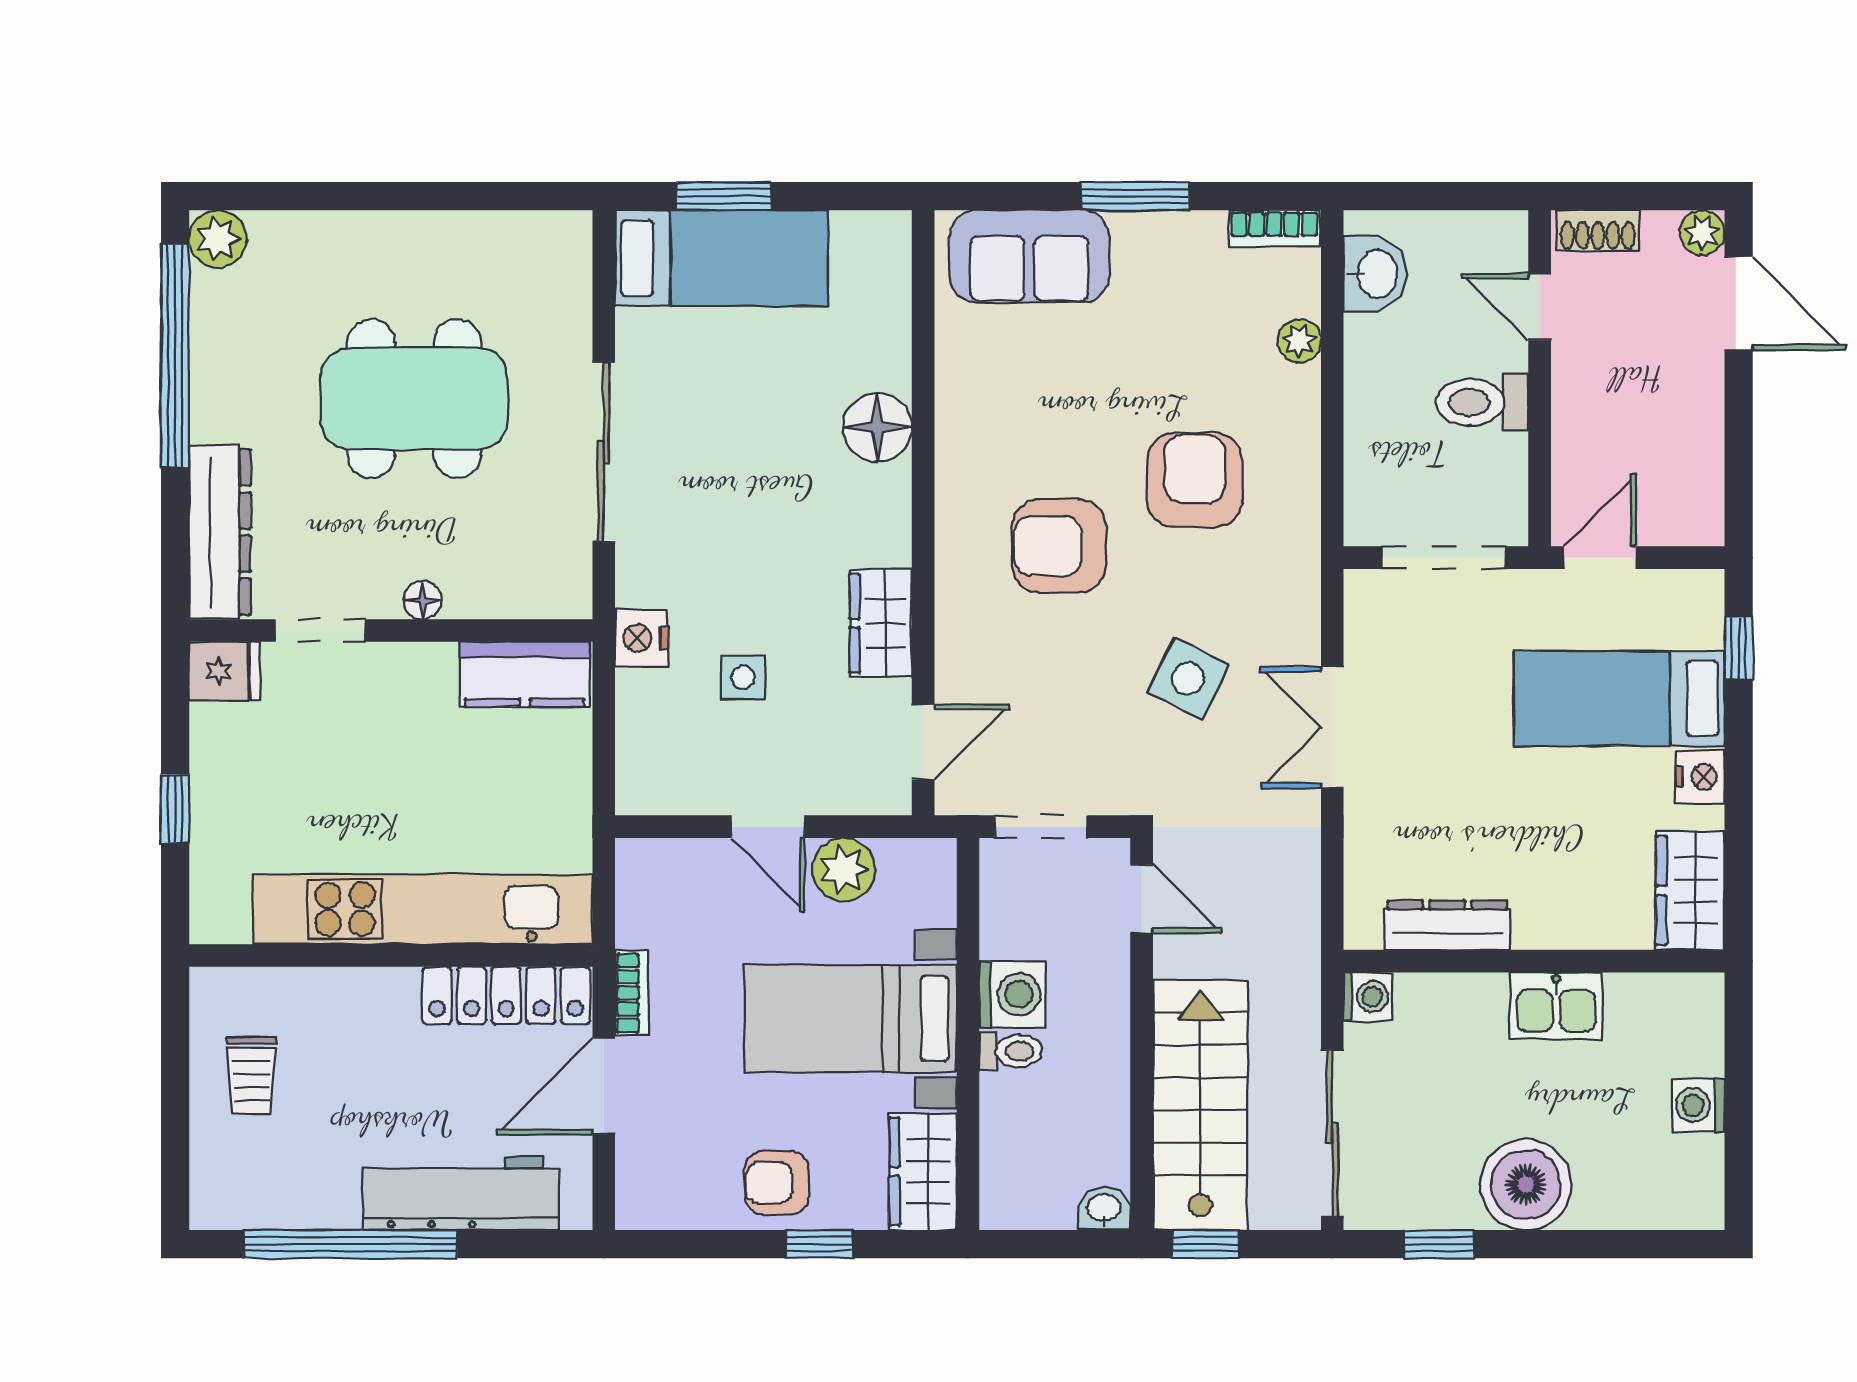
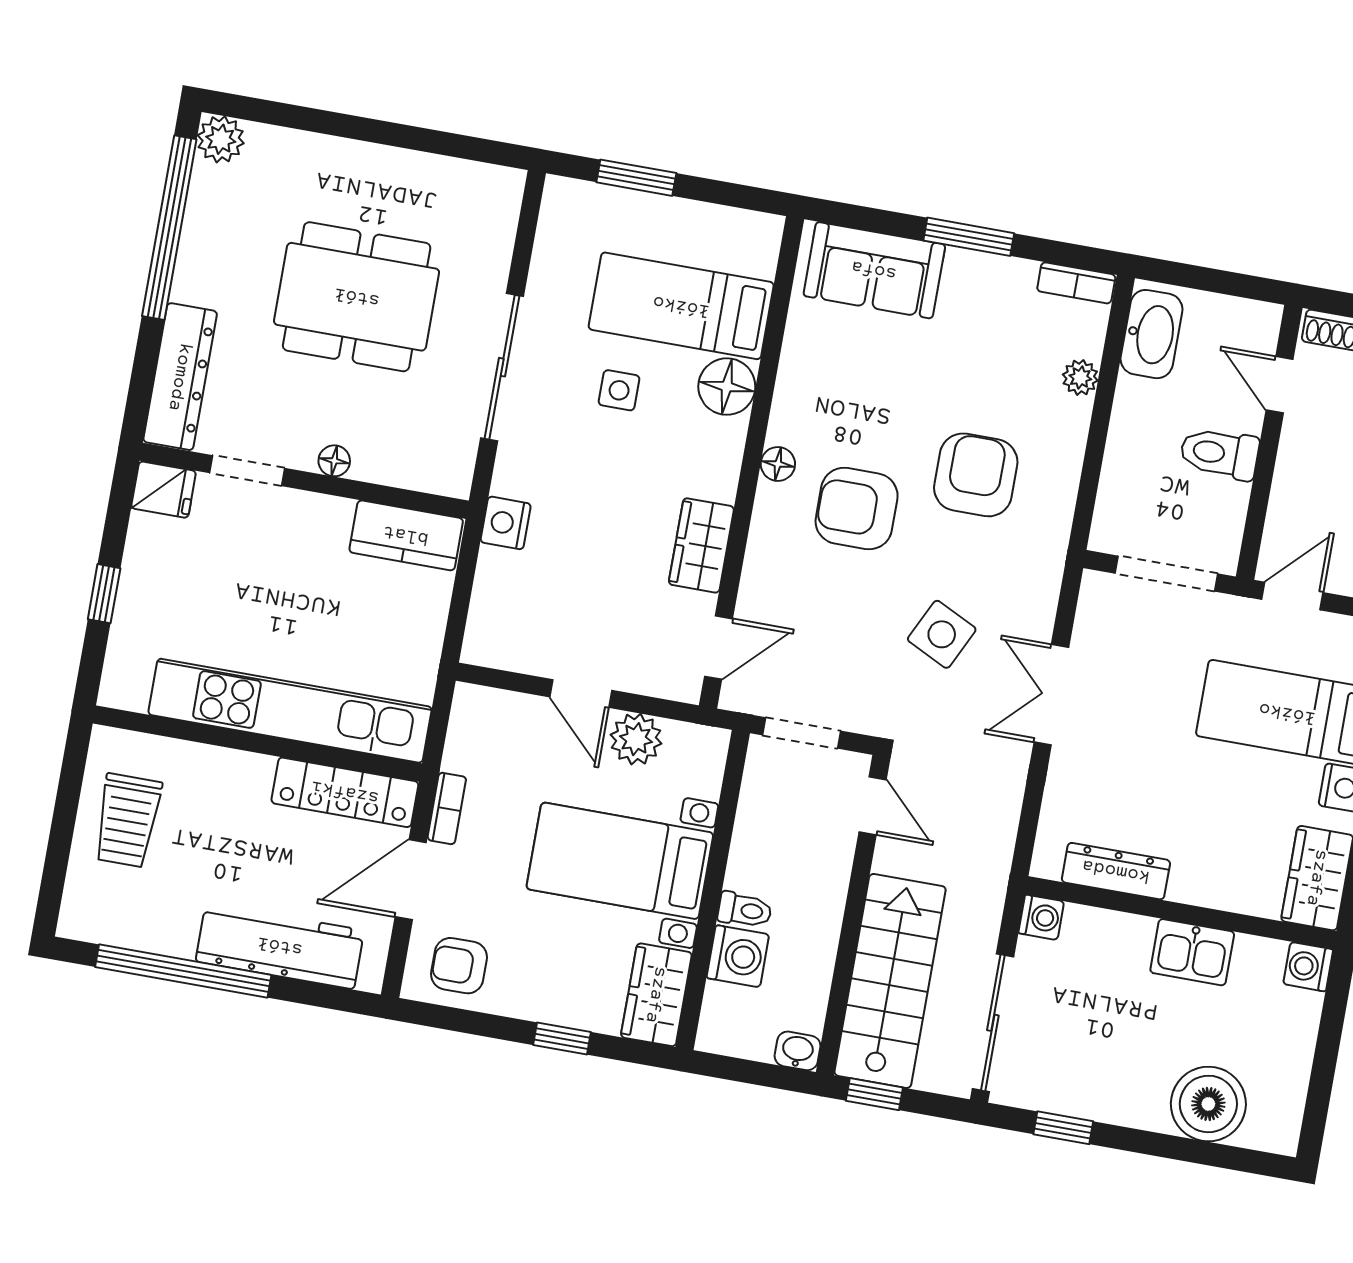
bed: (722, 258) -> (681, 306), moved, turned 180
washbasin: (1375, 274) -> (1152, 334), width x1.38
floor lamp: (955, 509) -> (778, 464), added
side table: (743, 677) -> (619, 390), moved
washing machine: (1012, 994) -> (738, 956), moved
trolley: (251, 1075) -> (127, 820), width x1.36, depth x1.39
washing machine: (1698, 1105) -> (1308, 967), moved
armchair: (777, 1183) -> (459, 966), moved
boiler: (1526, 1185) -> (1208, 1104), moved

